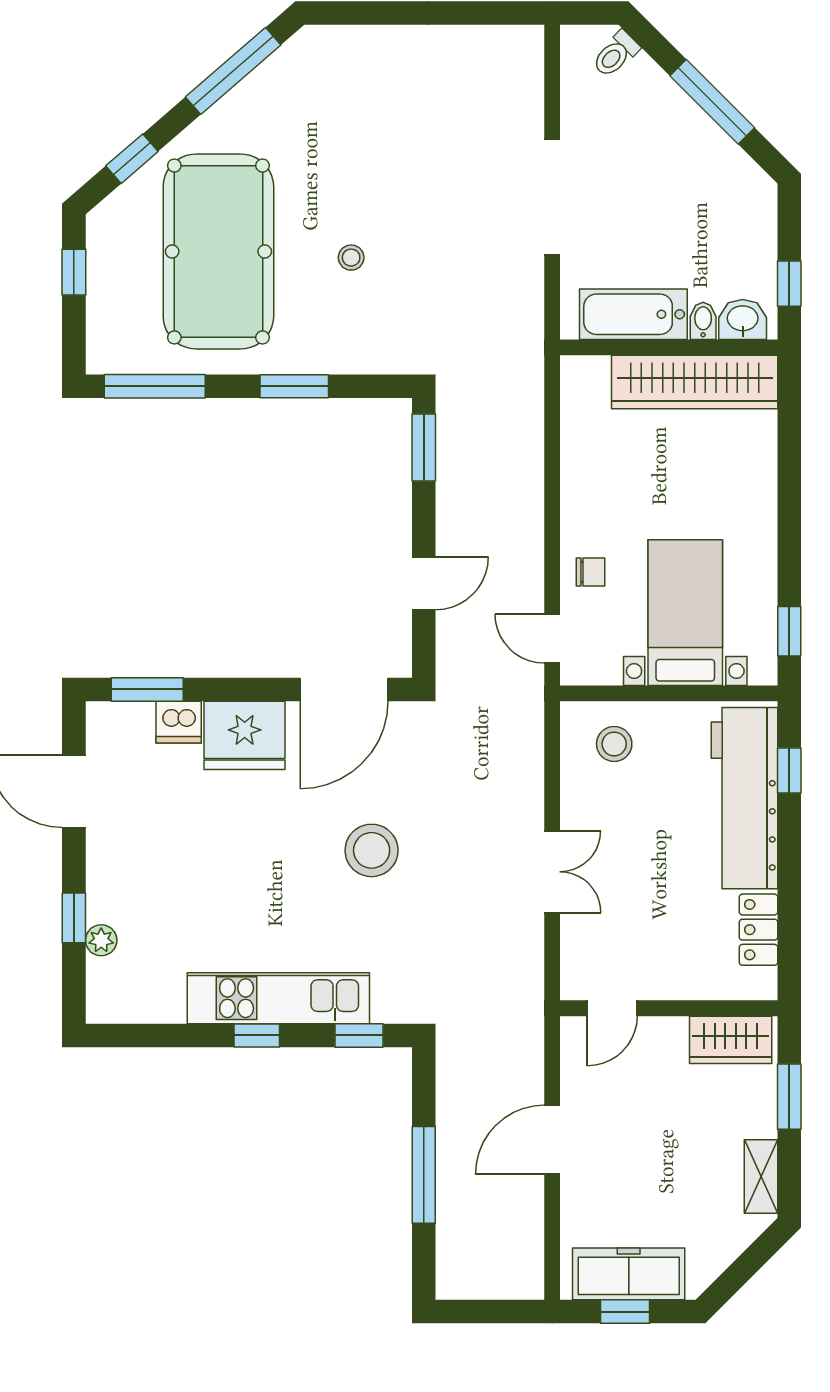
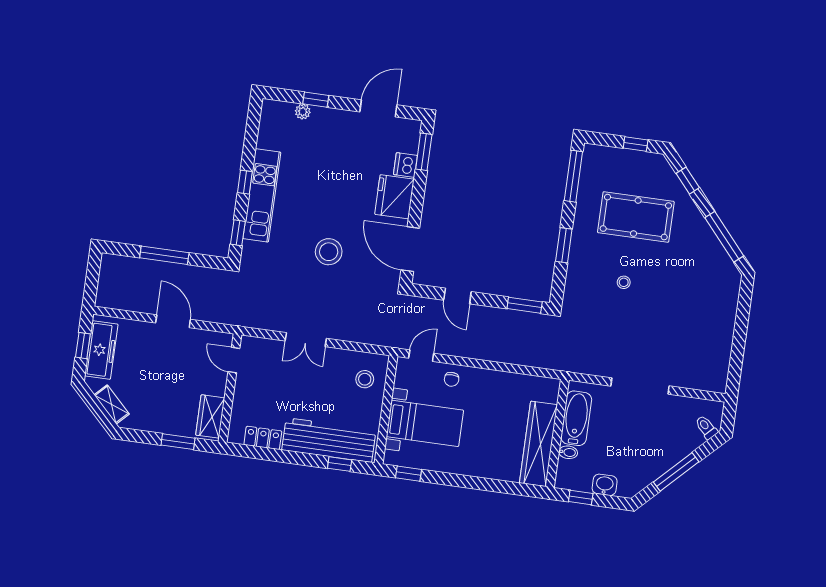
pool table: (218, 251) -> (636, 217), width x0.73, depth x0.76
washbasin: (743, 320) -> (605, 485), moved, turned -90
shelving: (761, 1177) -> (112, 404), moved, turned 45

